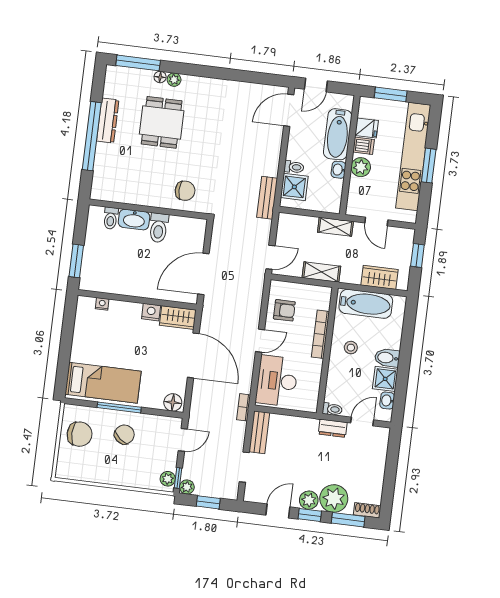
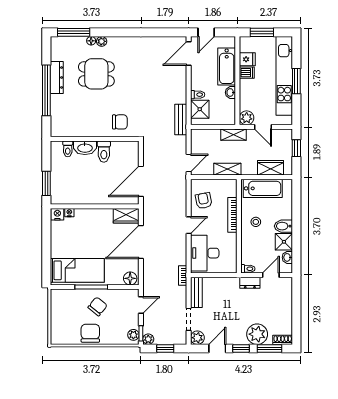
dining table: (162, 122) -> (96, 74), turned 90
plant: (361, 167) -> (247, 118), moved
armchair: (284, 310) -> (204, 201), turned -101
nightstand: (151, 312) -> (57, 214), moved
door: (193, 355) -> (141, 242), swing flipped
chair: (80, 434) -> (90, 333), moved, turned -90
plant: (309, 500) -> (197, 338), moved

